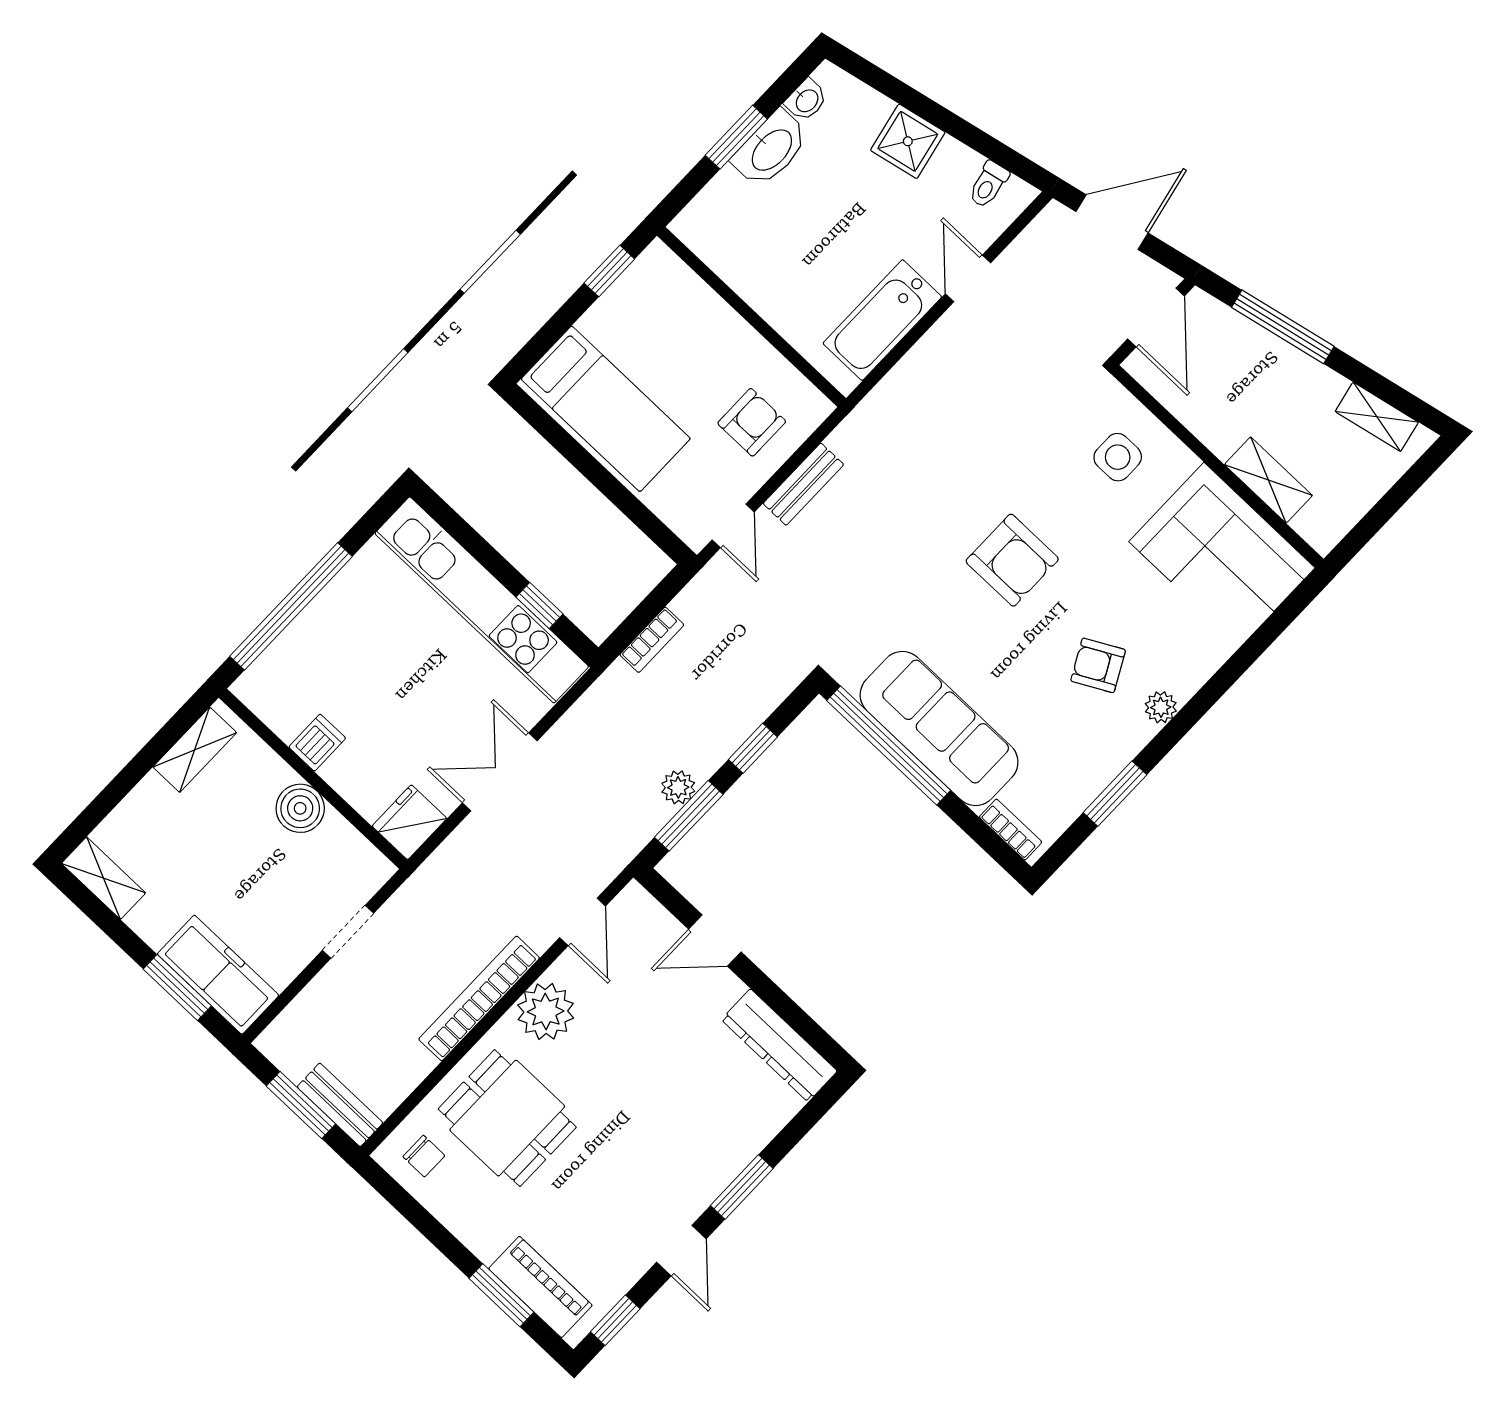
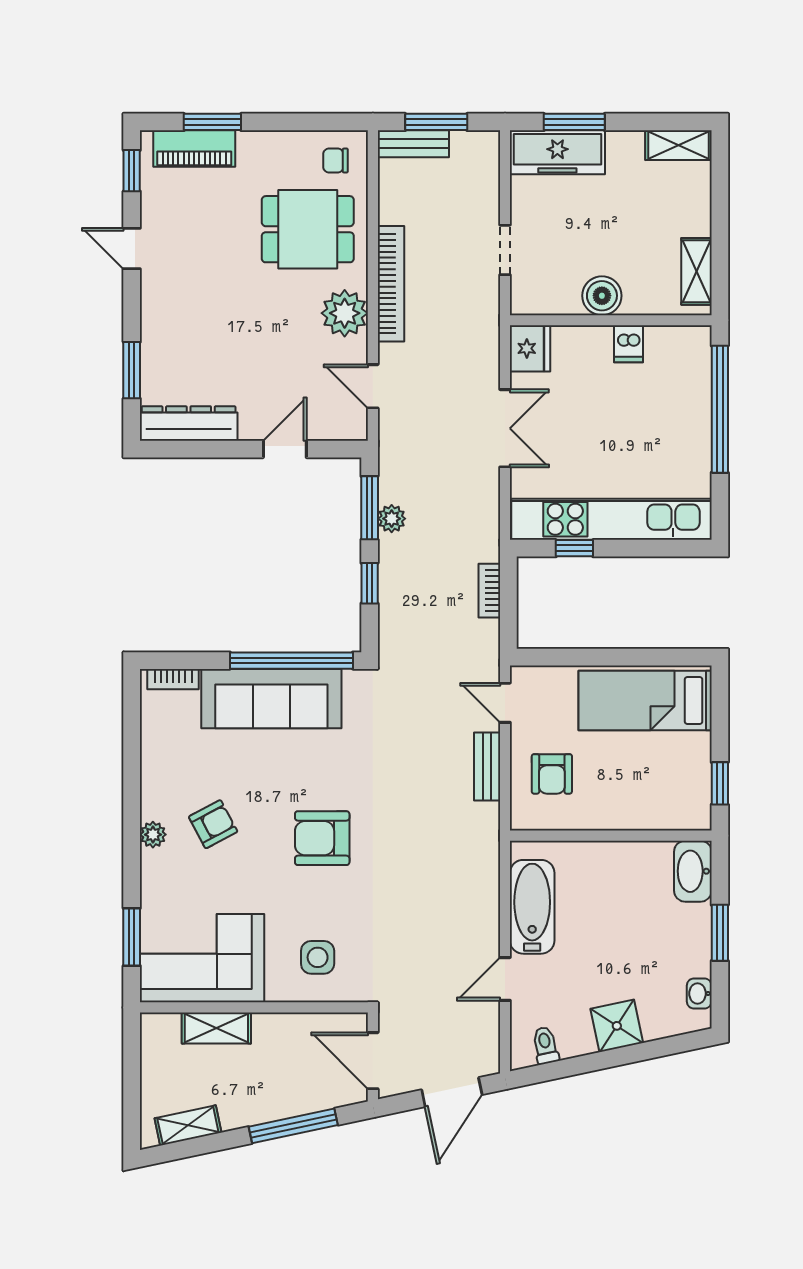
washbasin: (771, 149) -> (693, 871), moved
door: (968, 278) -> (505, 979), swing flipped
window: (1115, 794) -> (132, 937), moved
window: (742, 1187) -> (132, 370), moved

